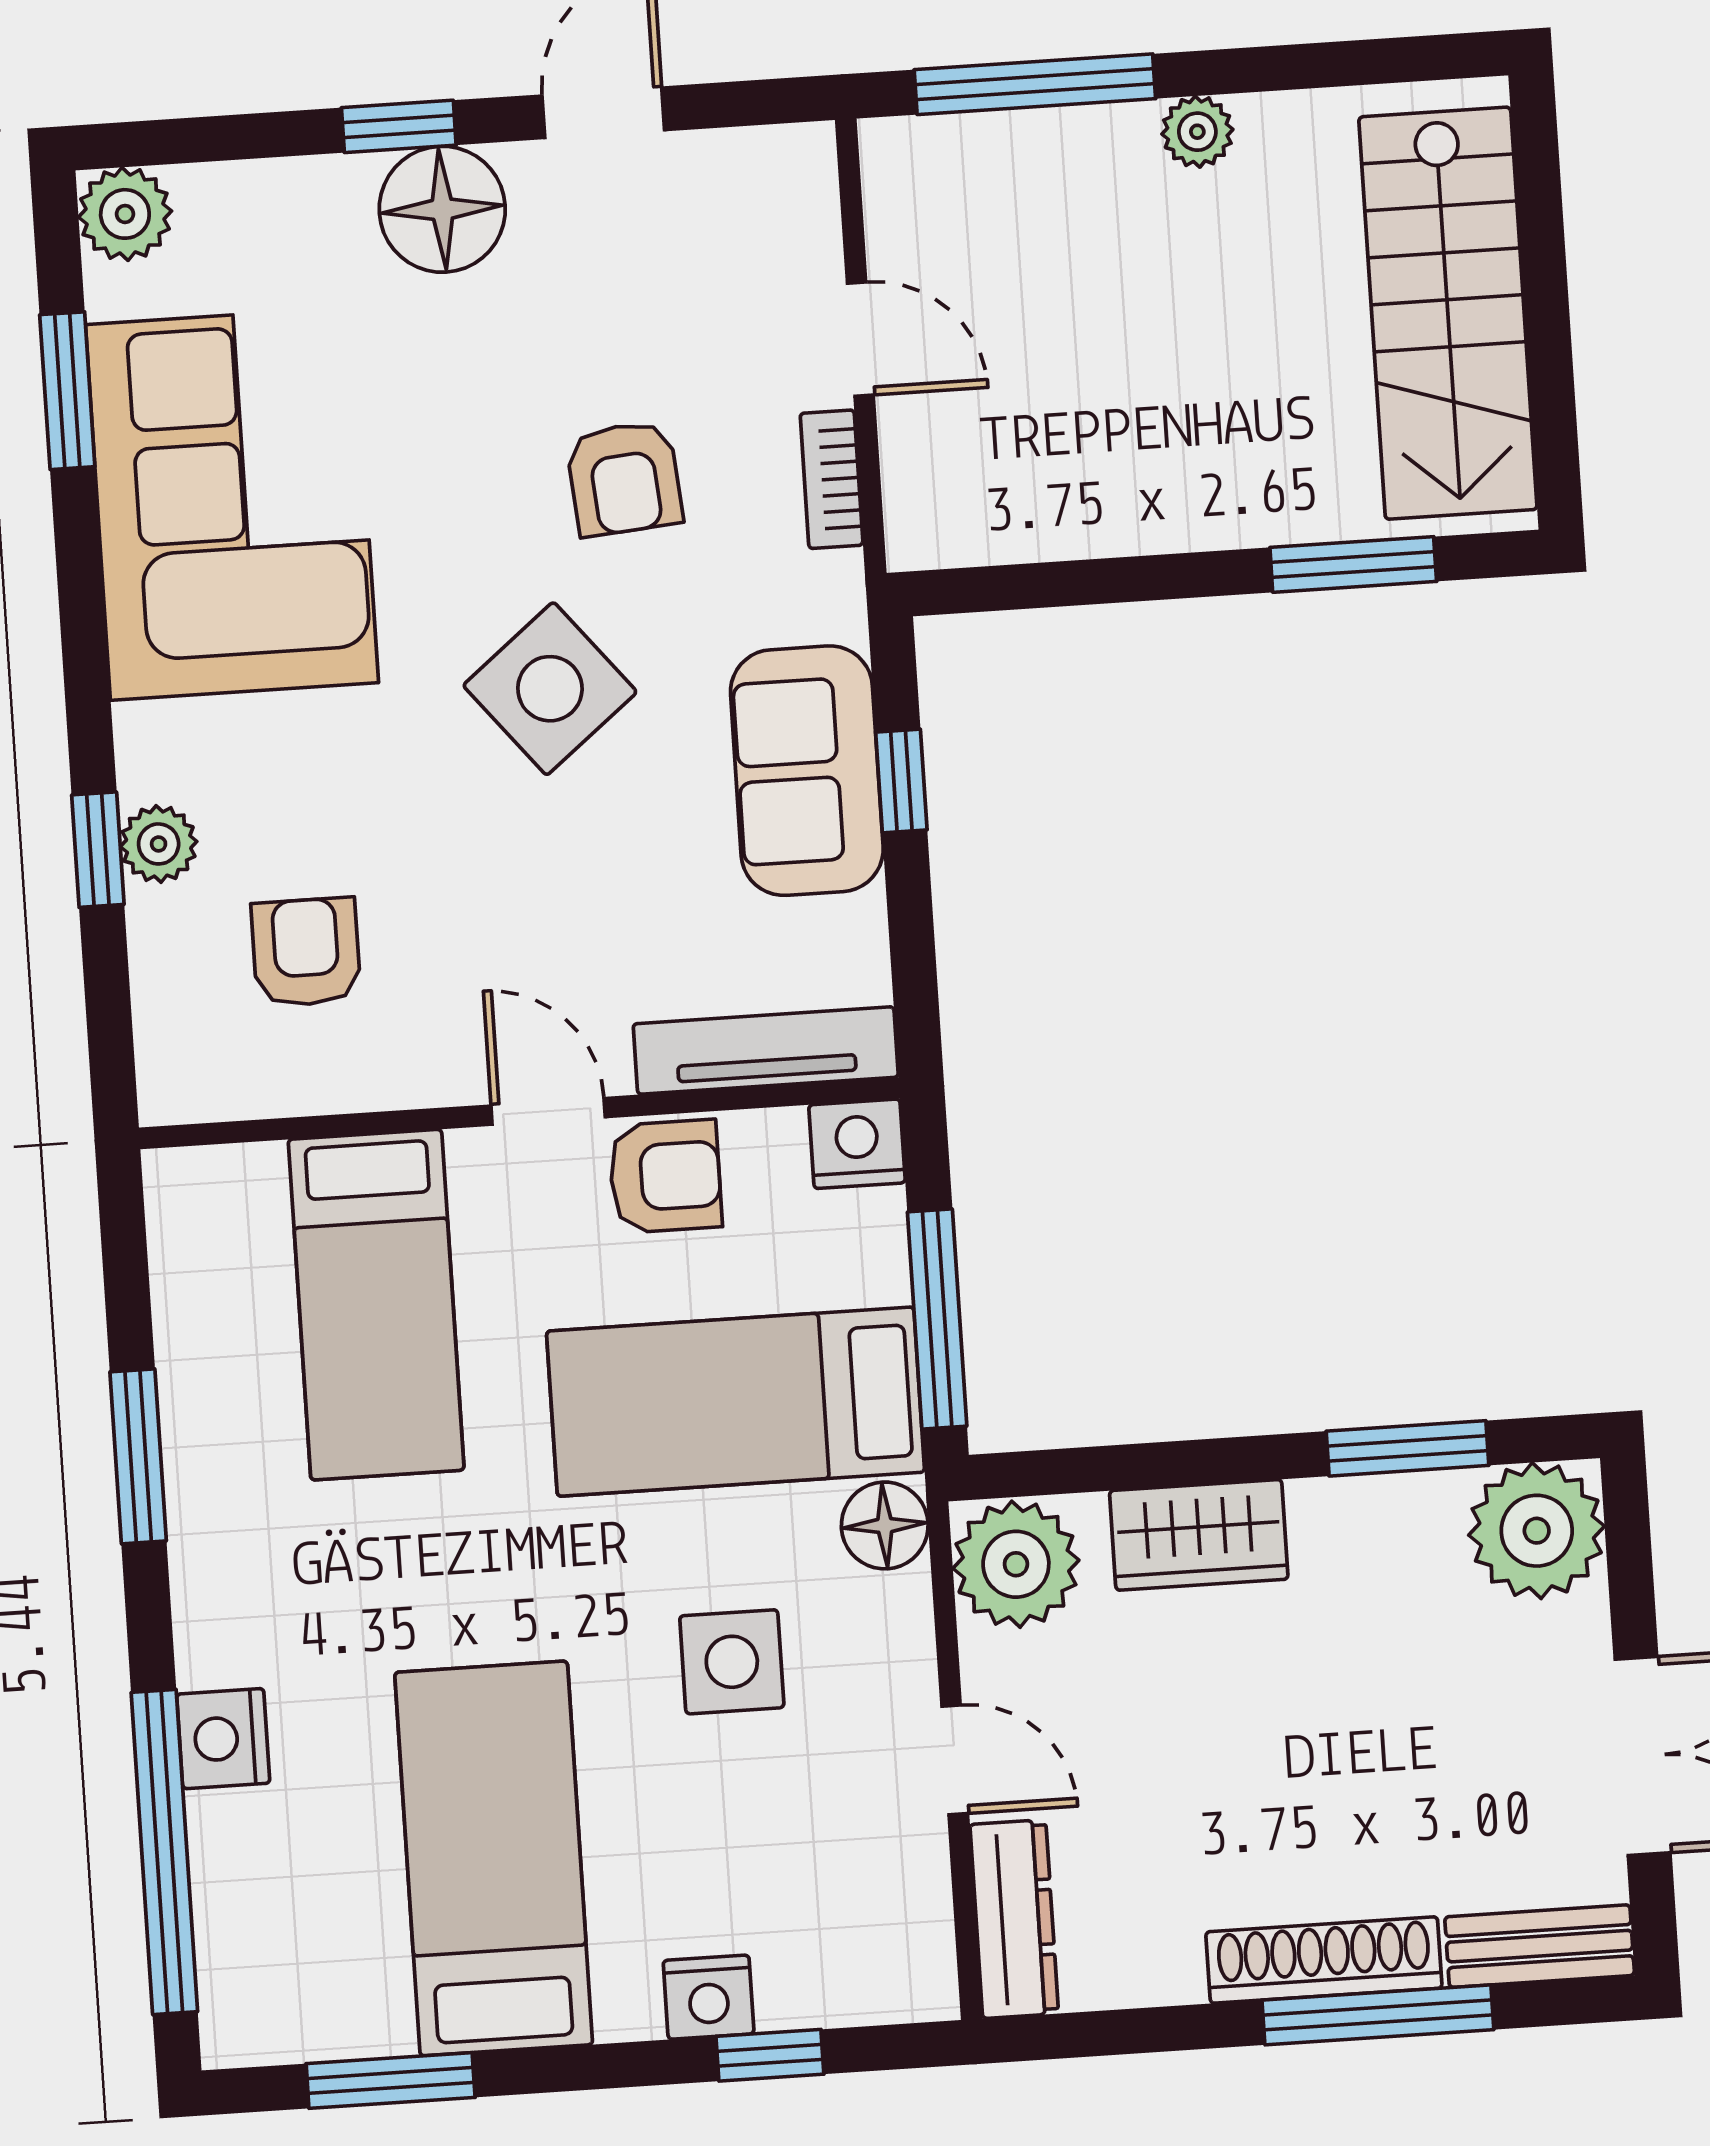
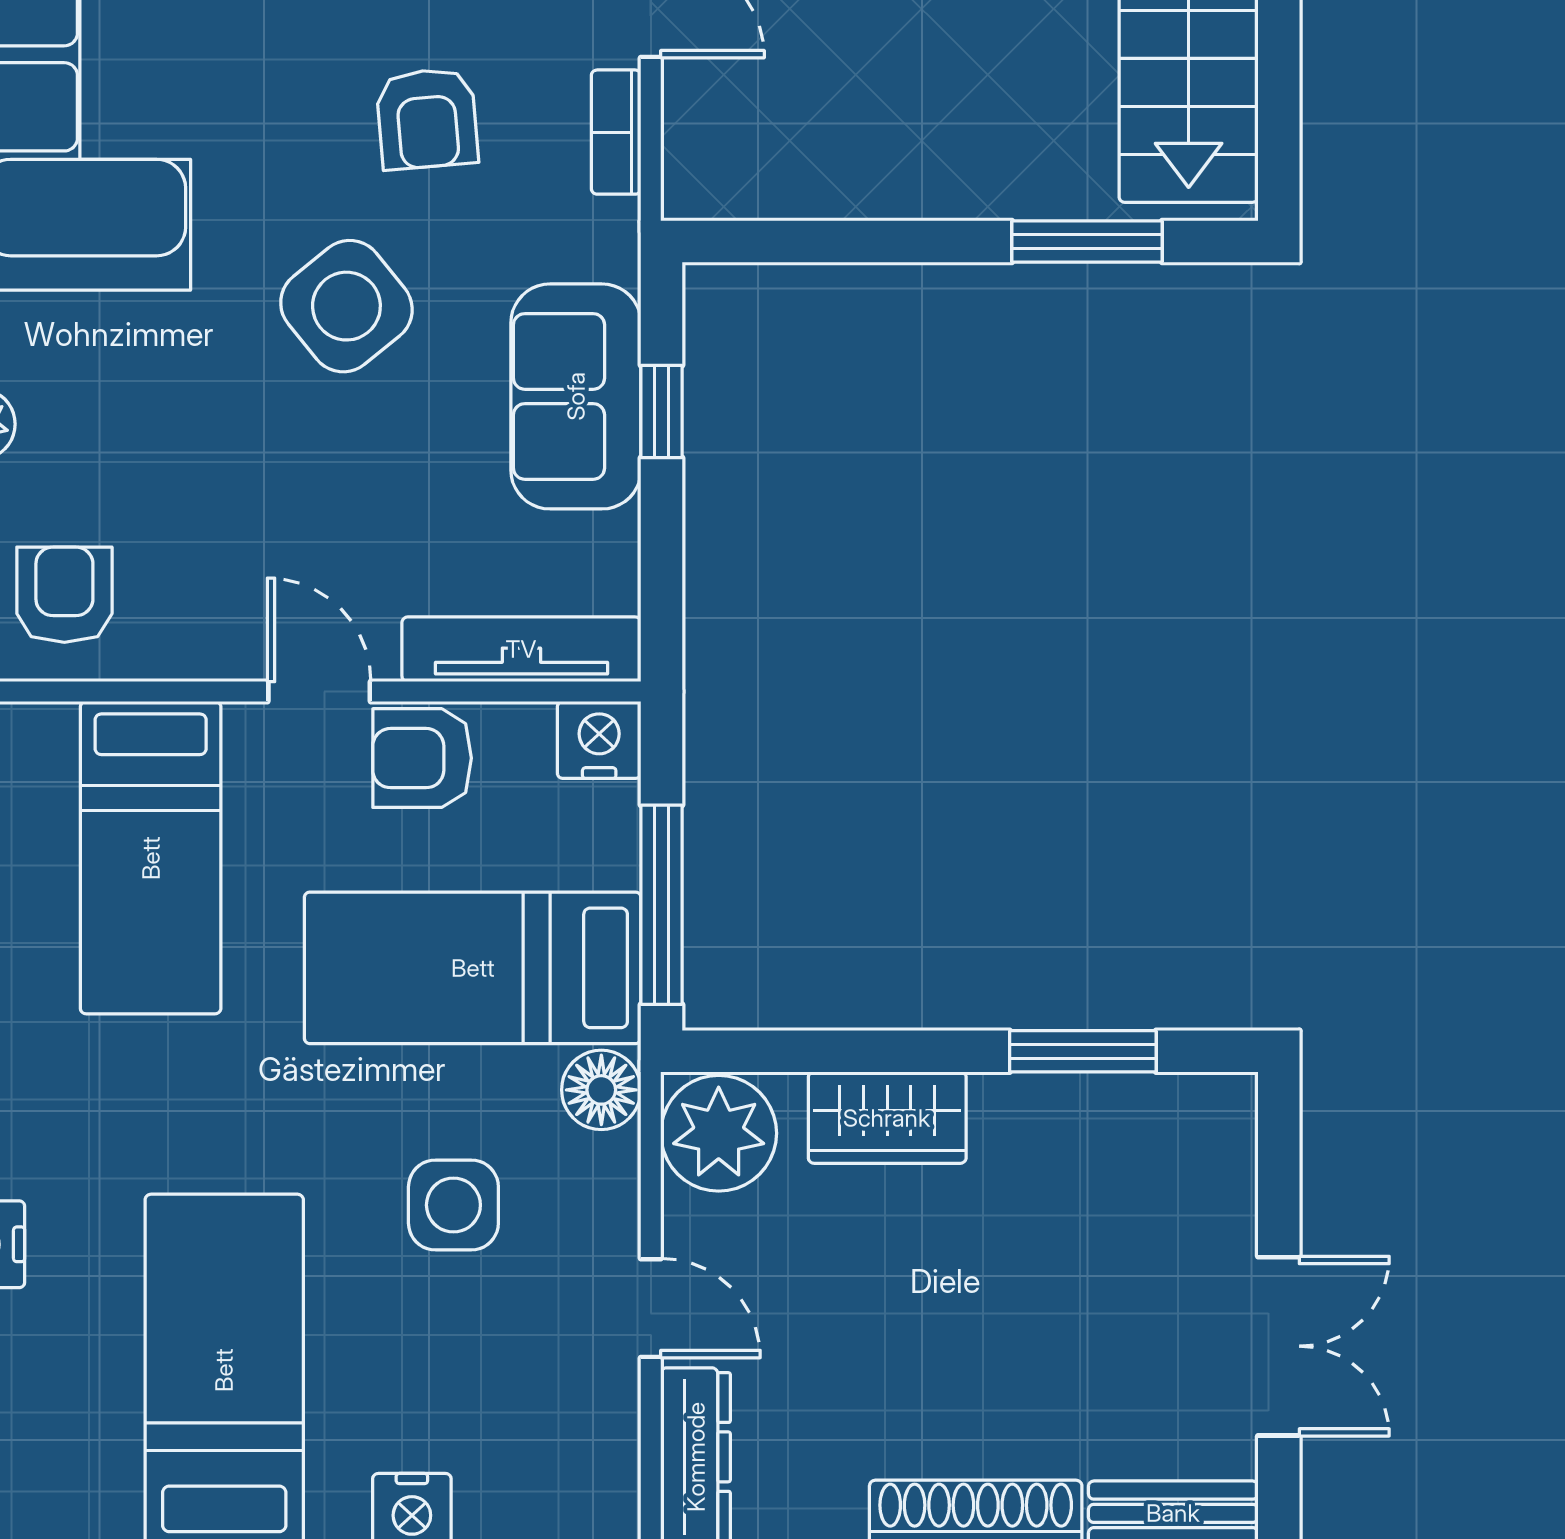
armchair: (306, 952) -> (64, 595), moved
armchair: (665, 1176) -> (422, 758), turned 180
plant: (1537, 1531) -> (1196, 1134), removed

